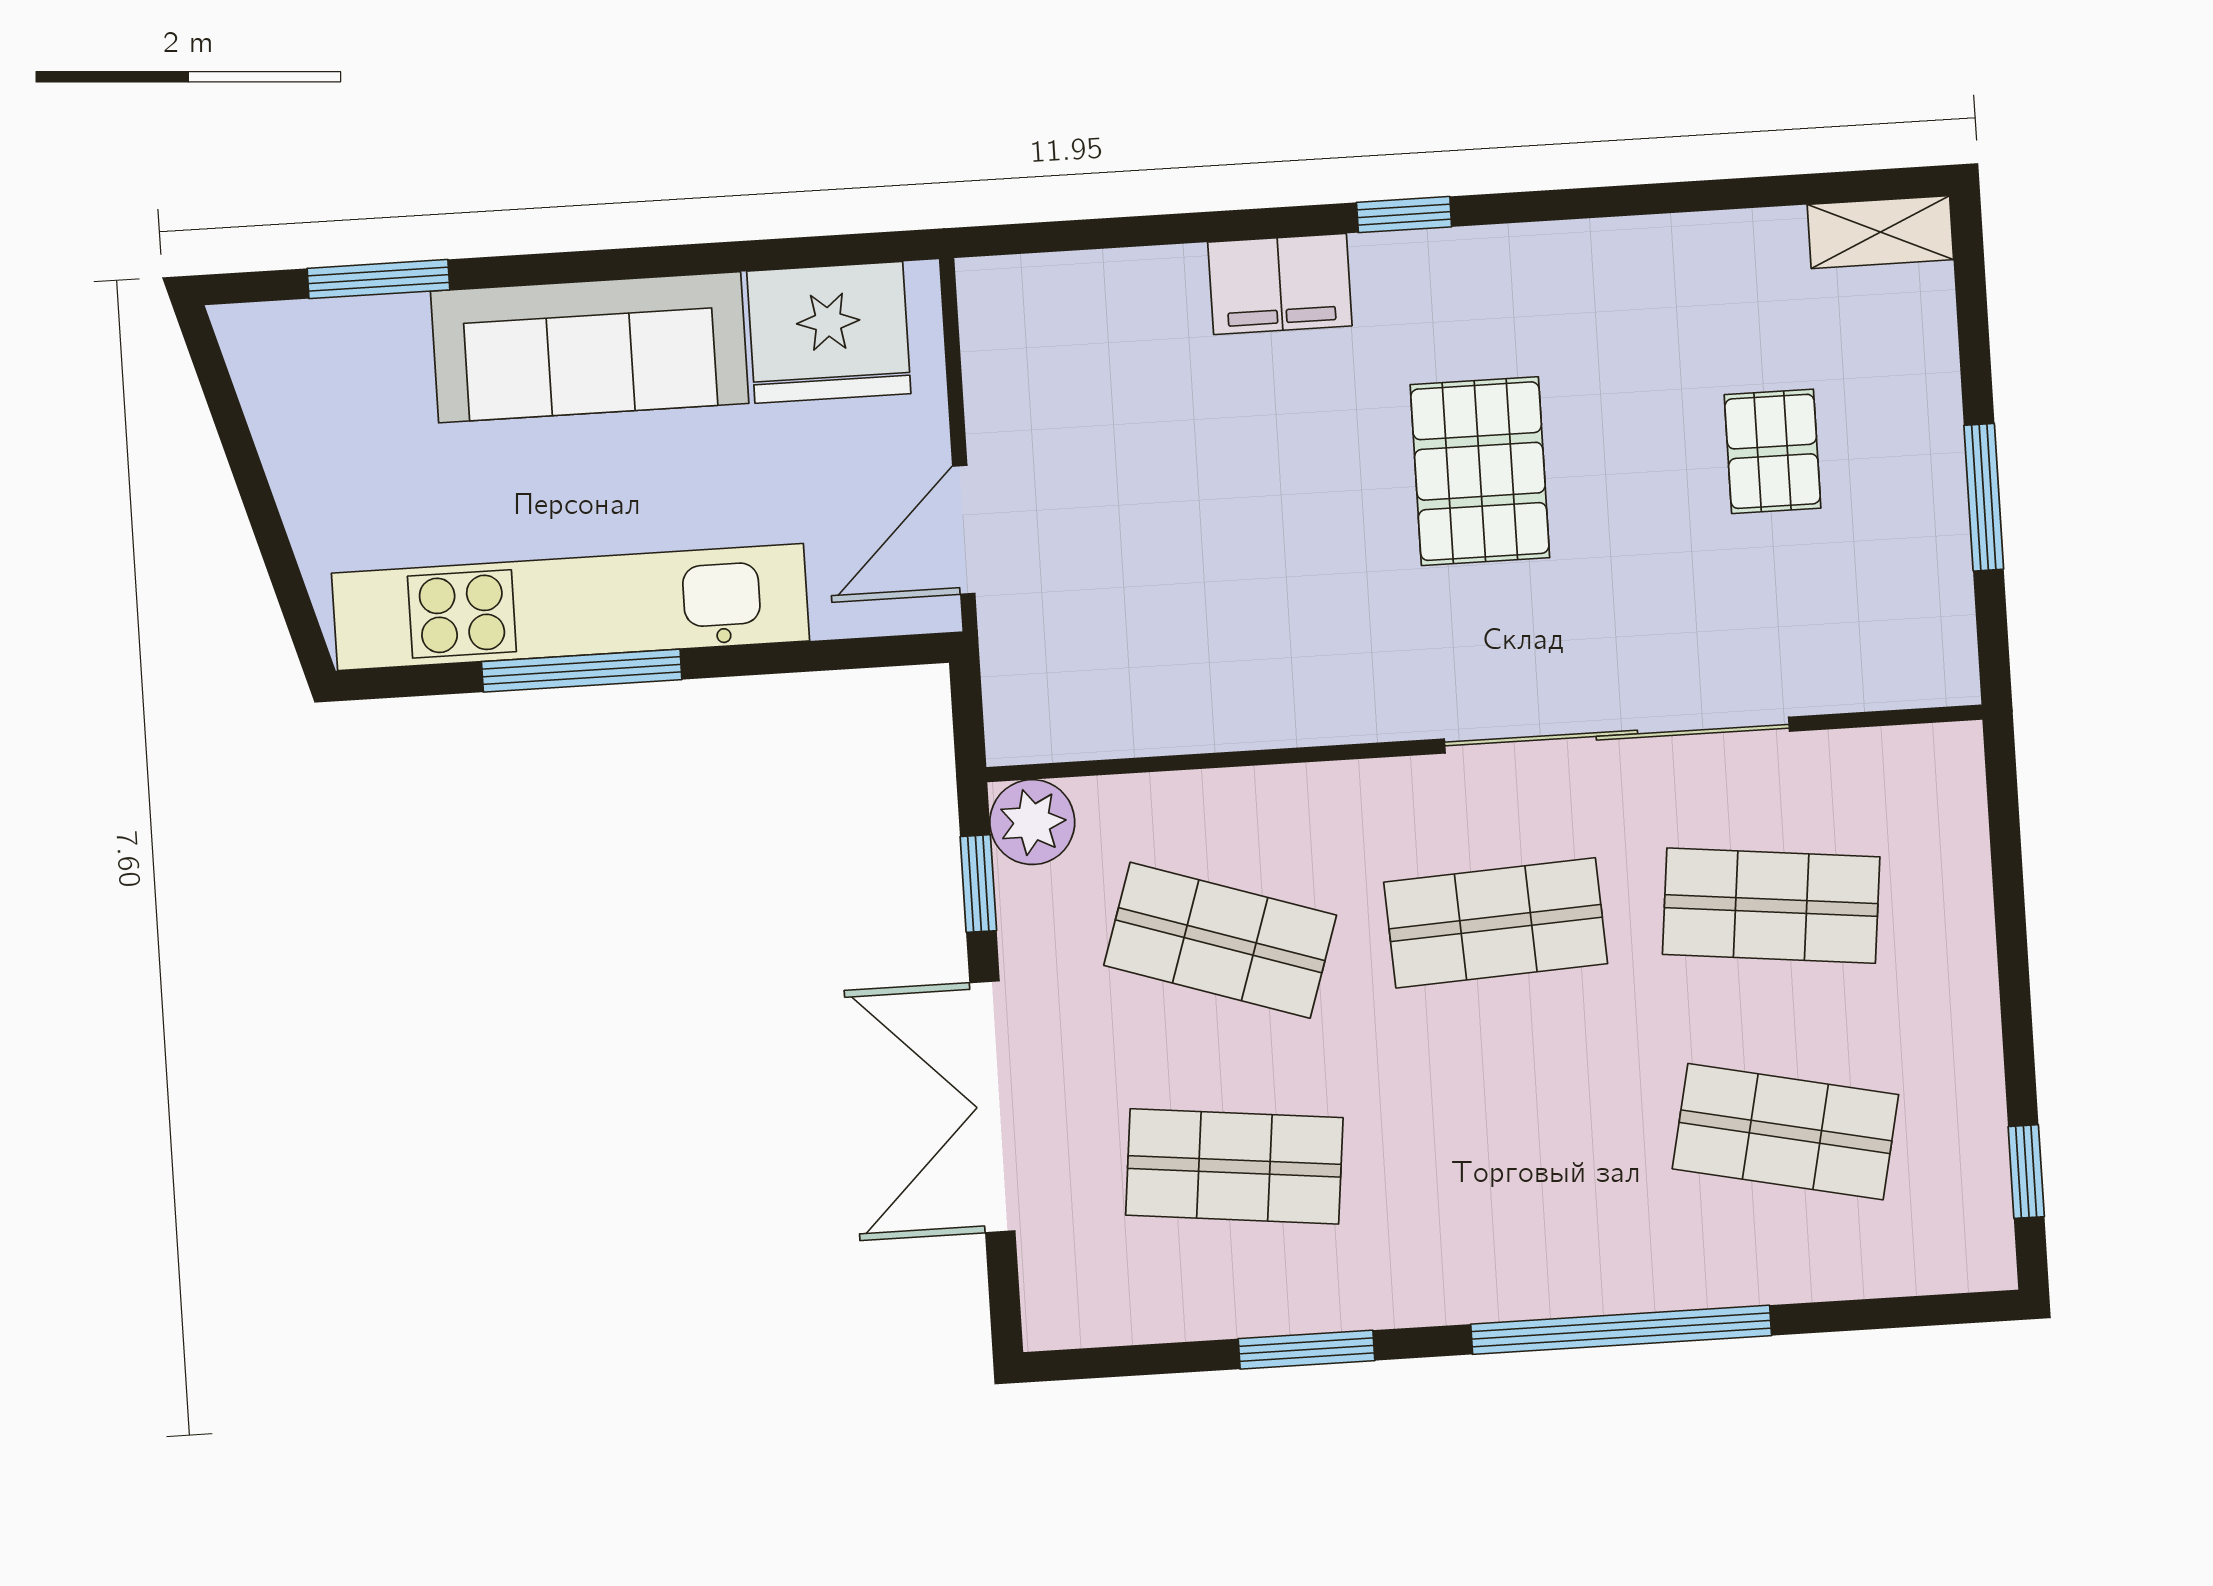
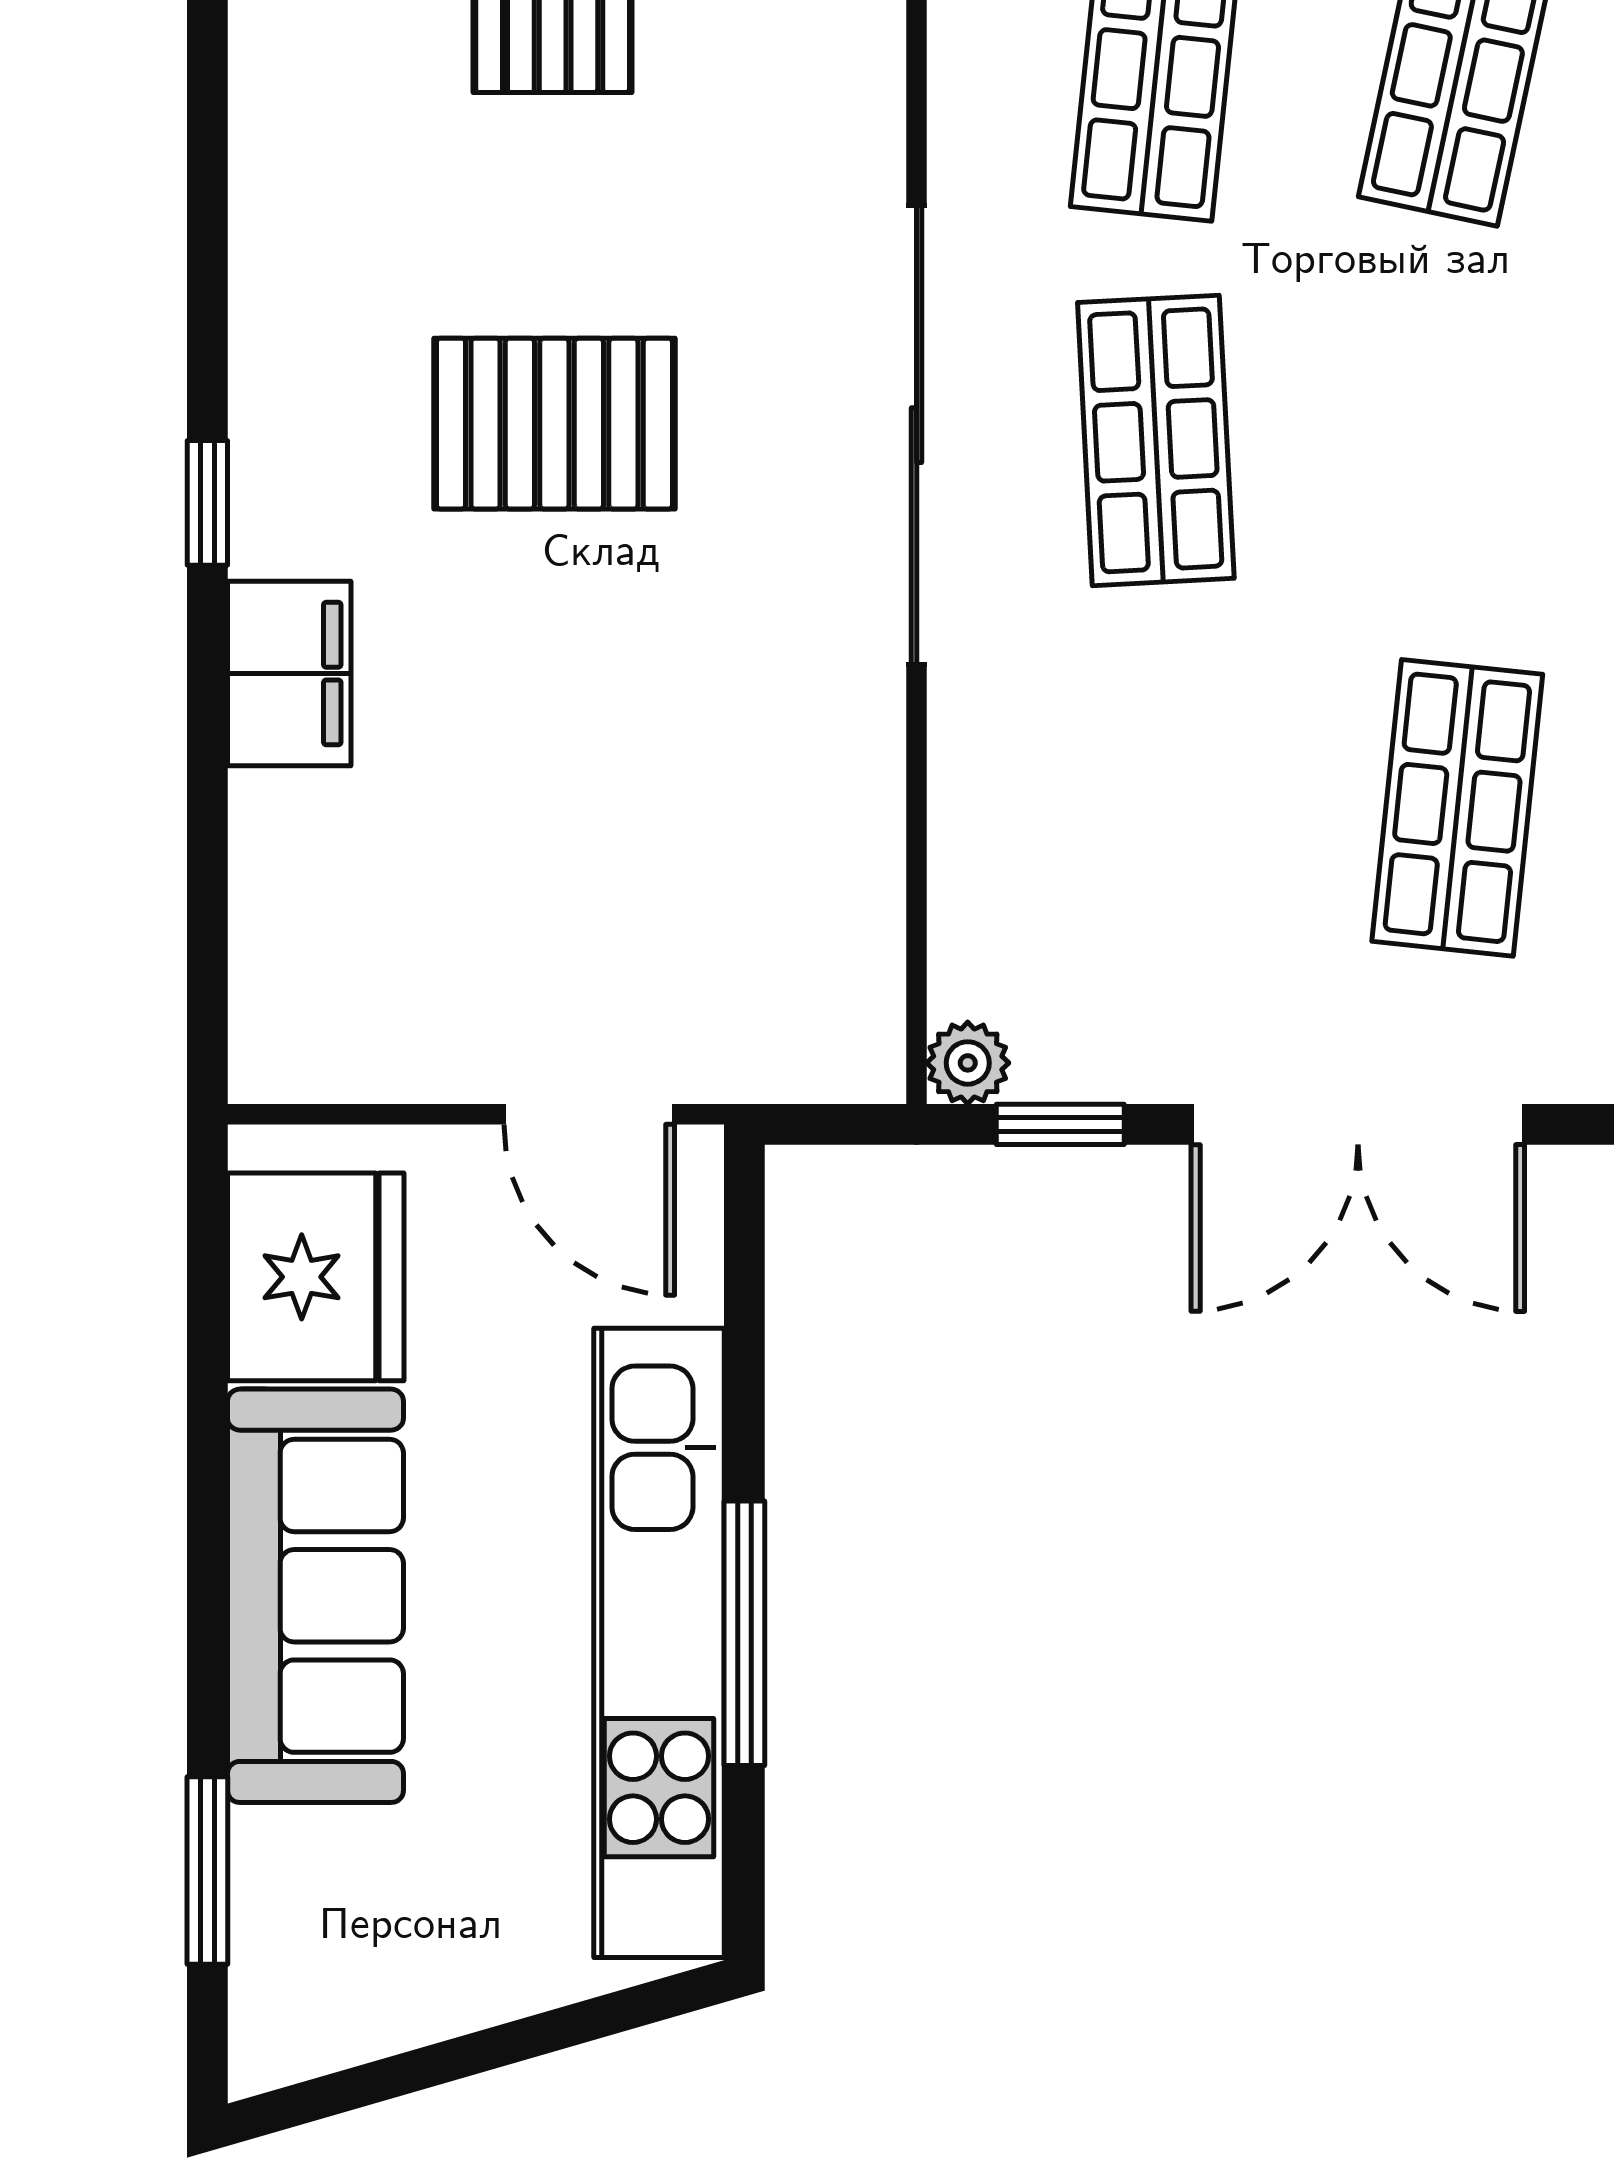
sliding door: (1617, 735) -> (917, 435), moved
plant: (1032, 822) -> (968, 1063), width x0.73, depth x0.73
shop shelf: (1220, 940) -> (1156, 808), removed

